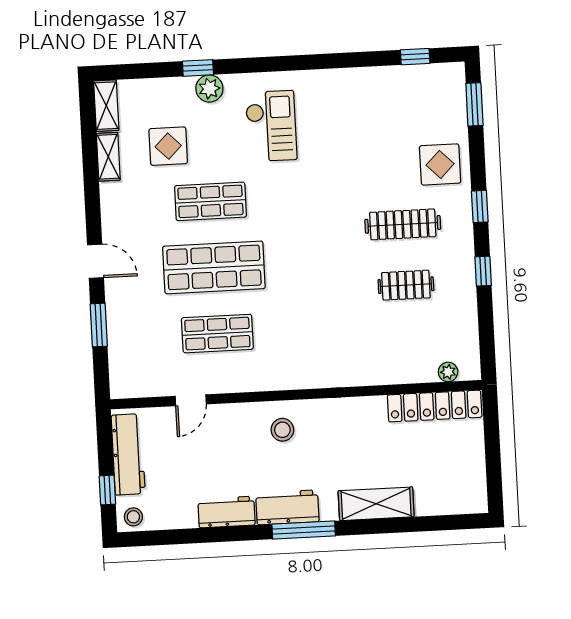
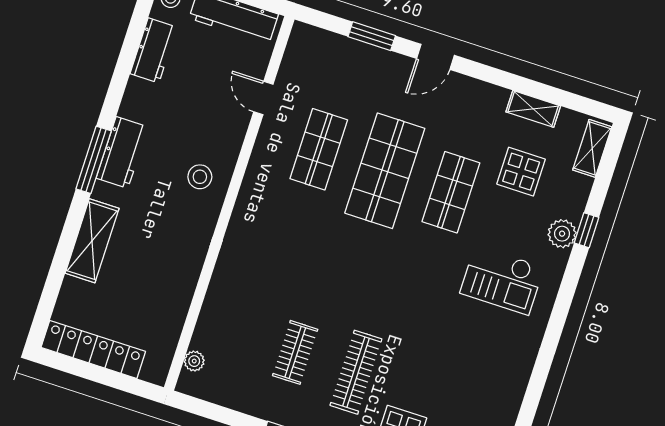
shelving: (106, 106) -> (592, 148), moved, turned 90
locker: (435, 406) -> (93, 349), moved, turned 90
workbench: (226, 512) -> (153, 50), moved

